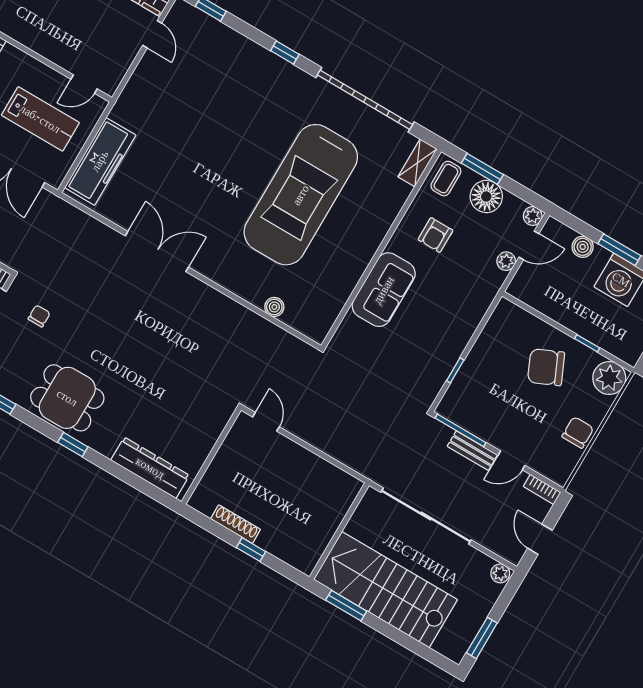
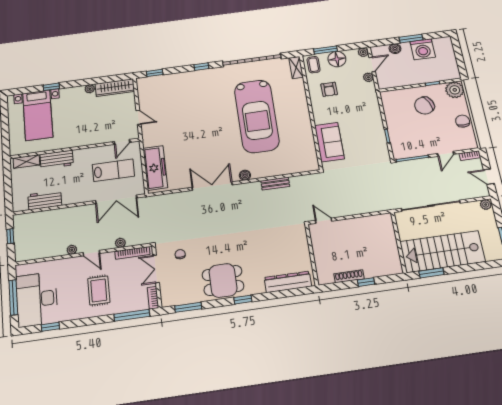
door: (152, 34) -> (139, 117), moved
sofa: (384, 290) -> (329, 142), moved
boiler: (274, 307) -> (245, 175), moved
bench: (472, 451) -> (275, 184), moved

